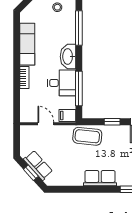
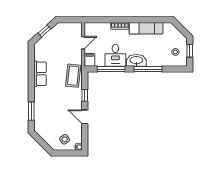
window: (79, 28) -> (148, 69), moved
row of seats: (38, 165) -> (50, 37), removed
row of seats: (100, 178) -> (40, 74), moved

